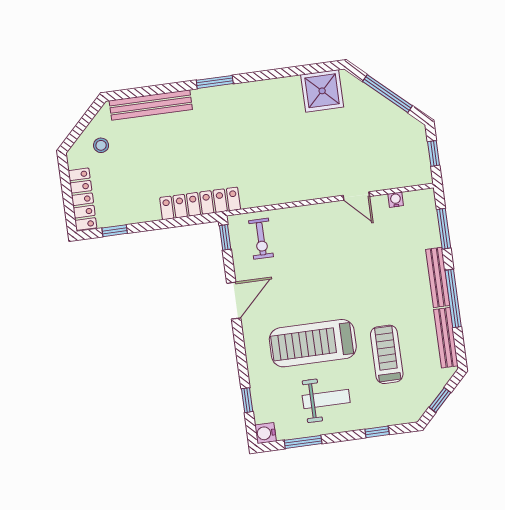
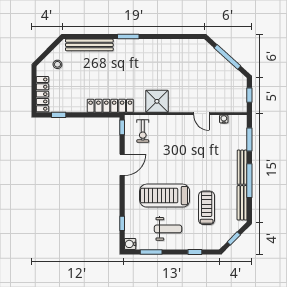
shower: (322, 91) -> (157, 101), moved

